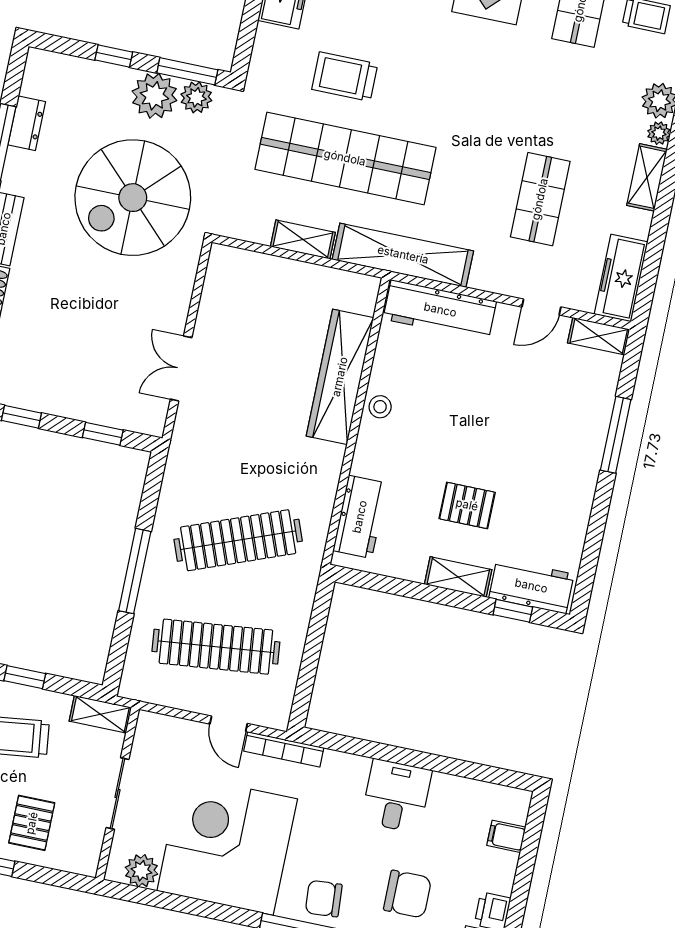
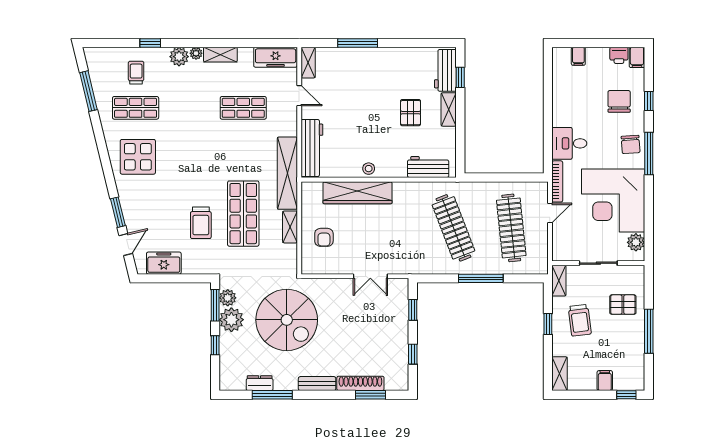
shop shelf: (345, 158) -> (243, 214), width x0.71
armchair: (271, 298) -> (324, 237), added
desk: (396, 796) -> (569, 143), moved

